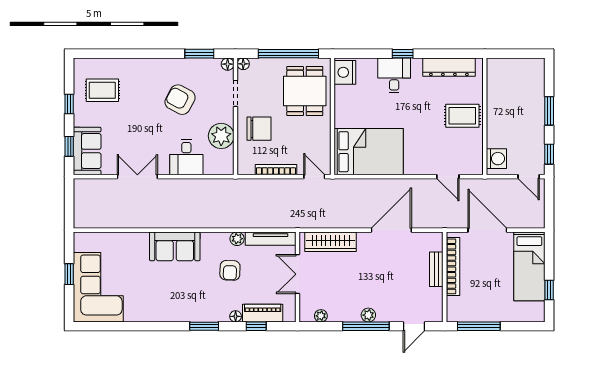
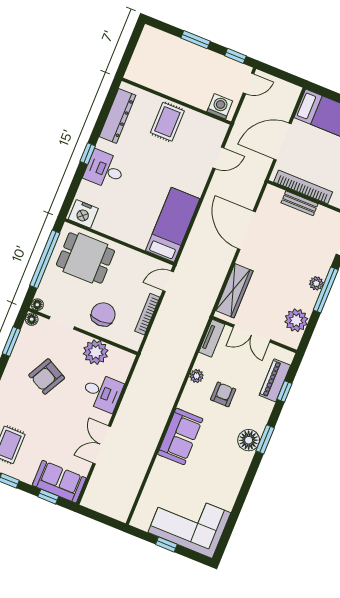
bed: (369, 152) -> (173, 225), width x0.67
tv unit: (271, 239) -> (212, 338), width x0.71
armchair: (230, 270) -> (223, 394), turned -92
floor lamp: (236, 316) -> (249, 440), moved, width x1.89, depth x1.89
plant: (321, 316) -> (296, 320), width x1.88, depth x1.88

